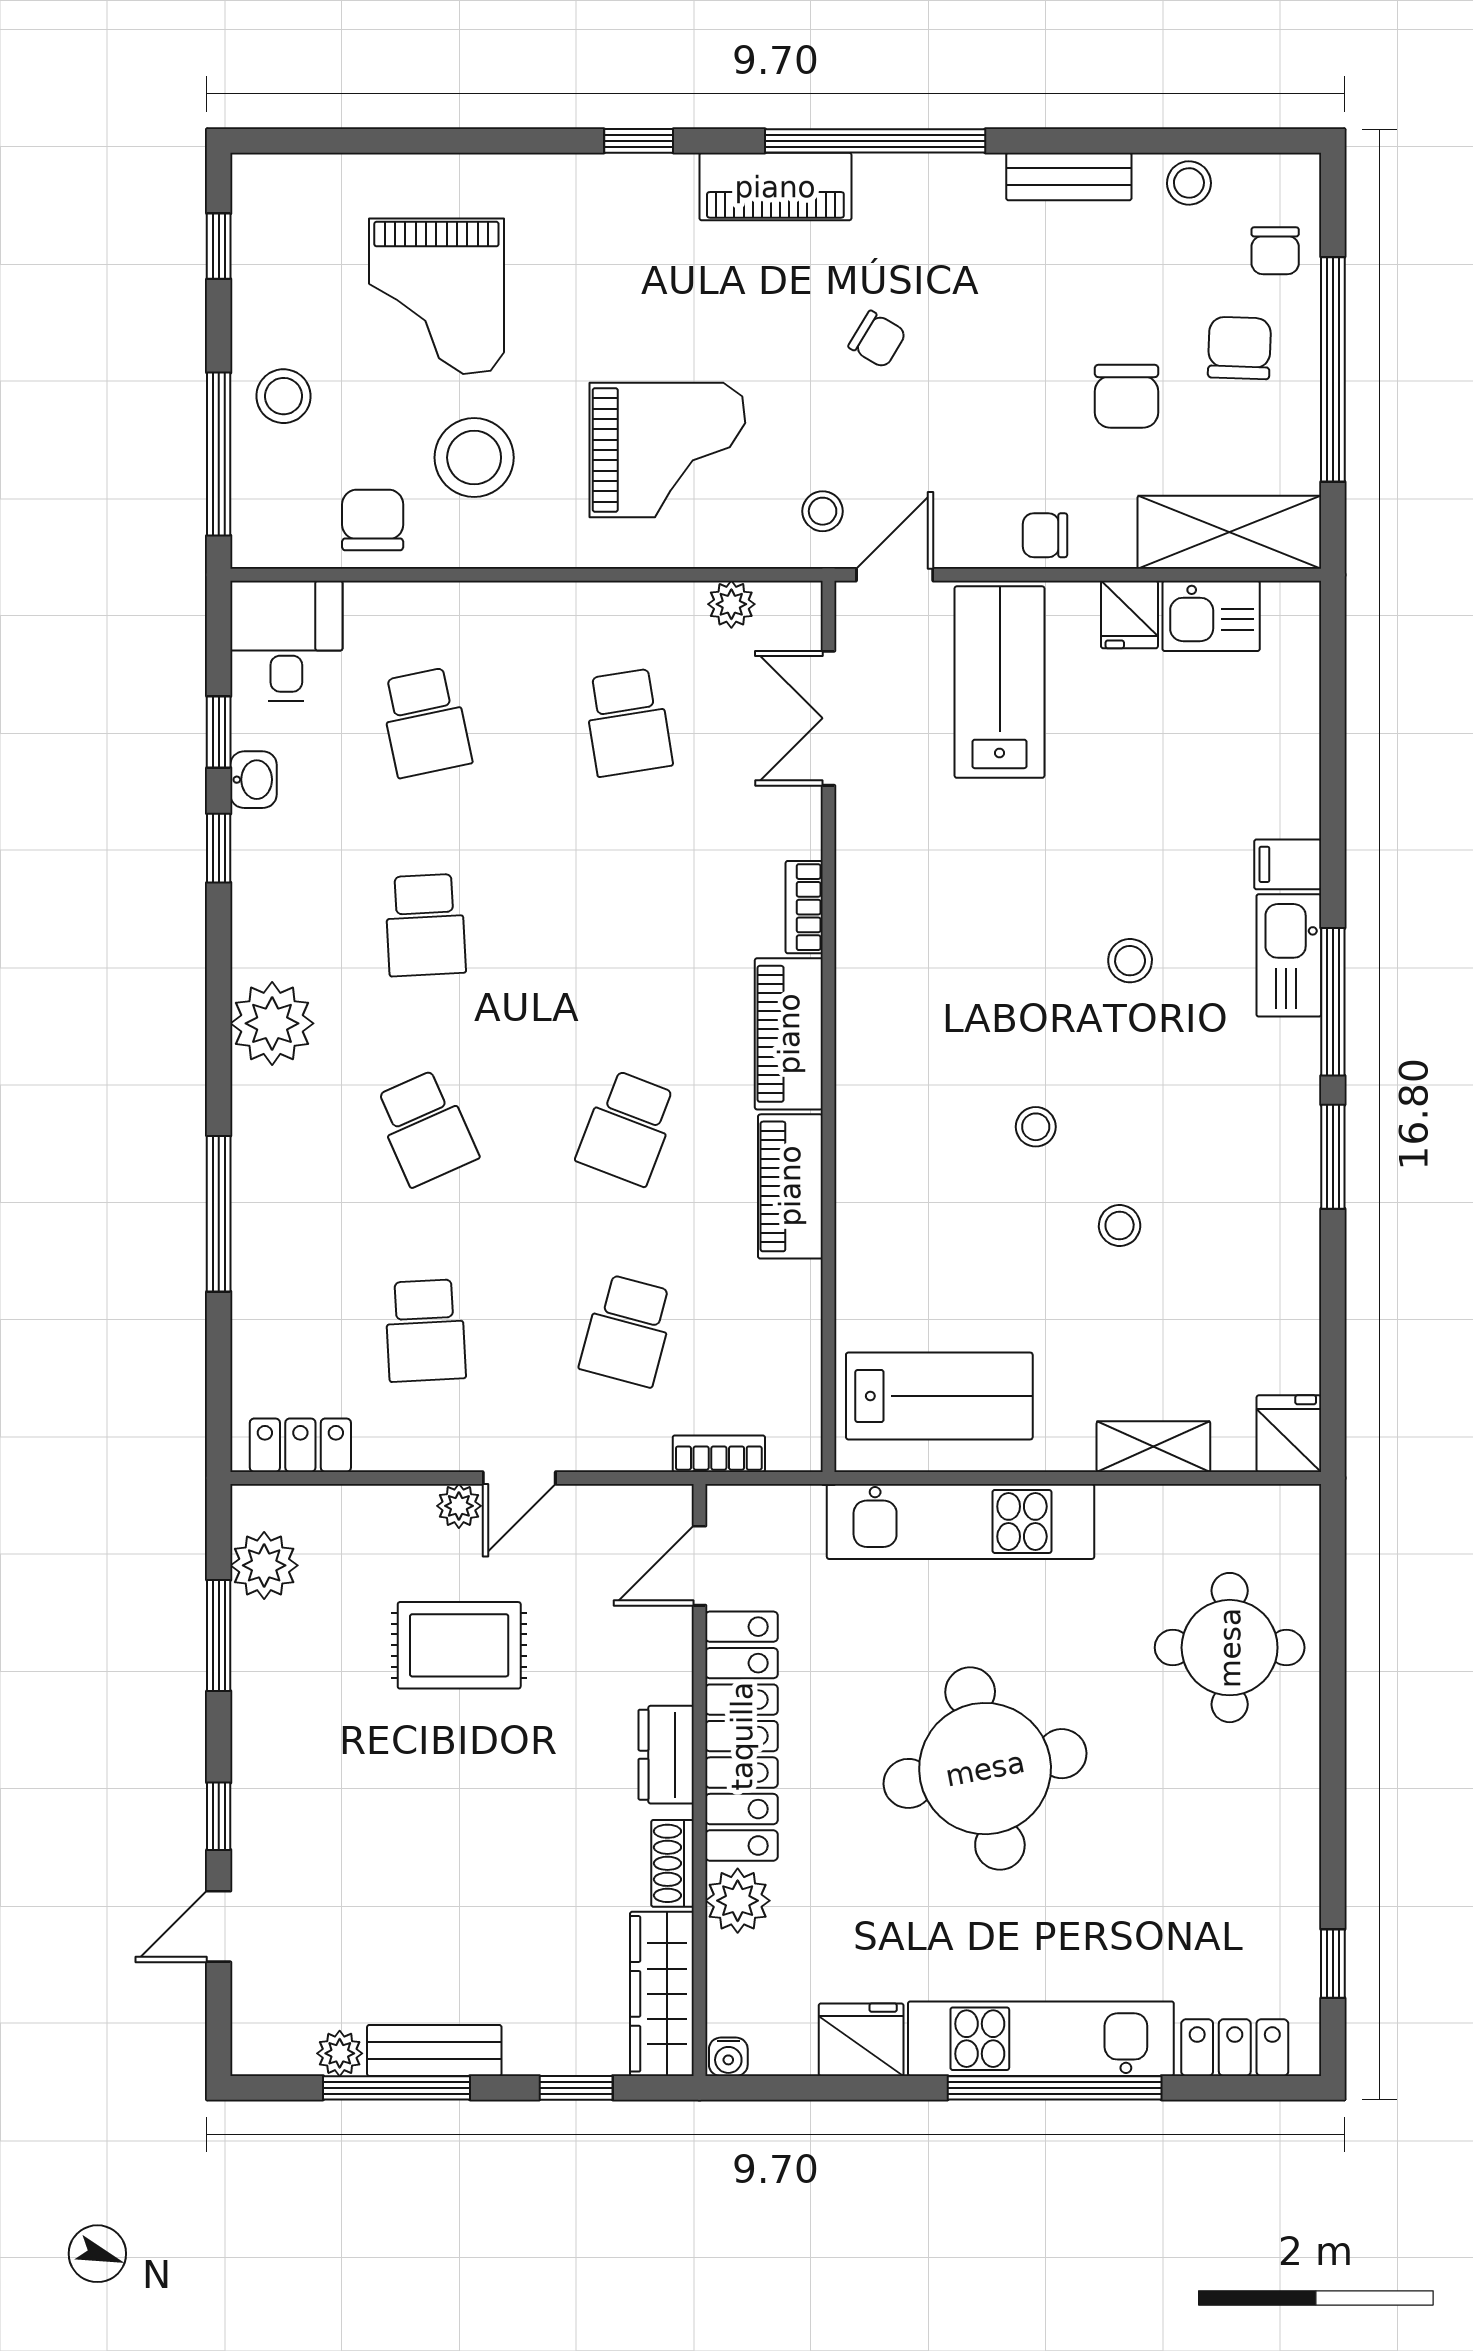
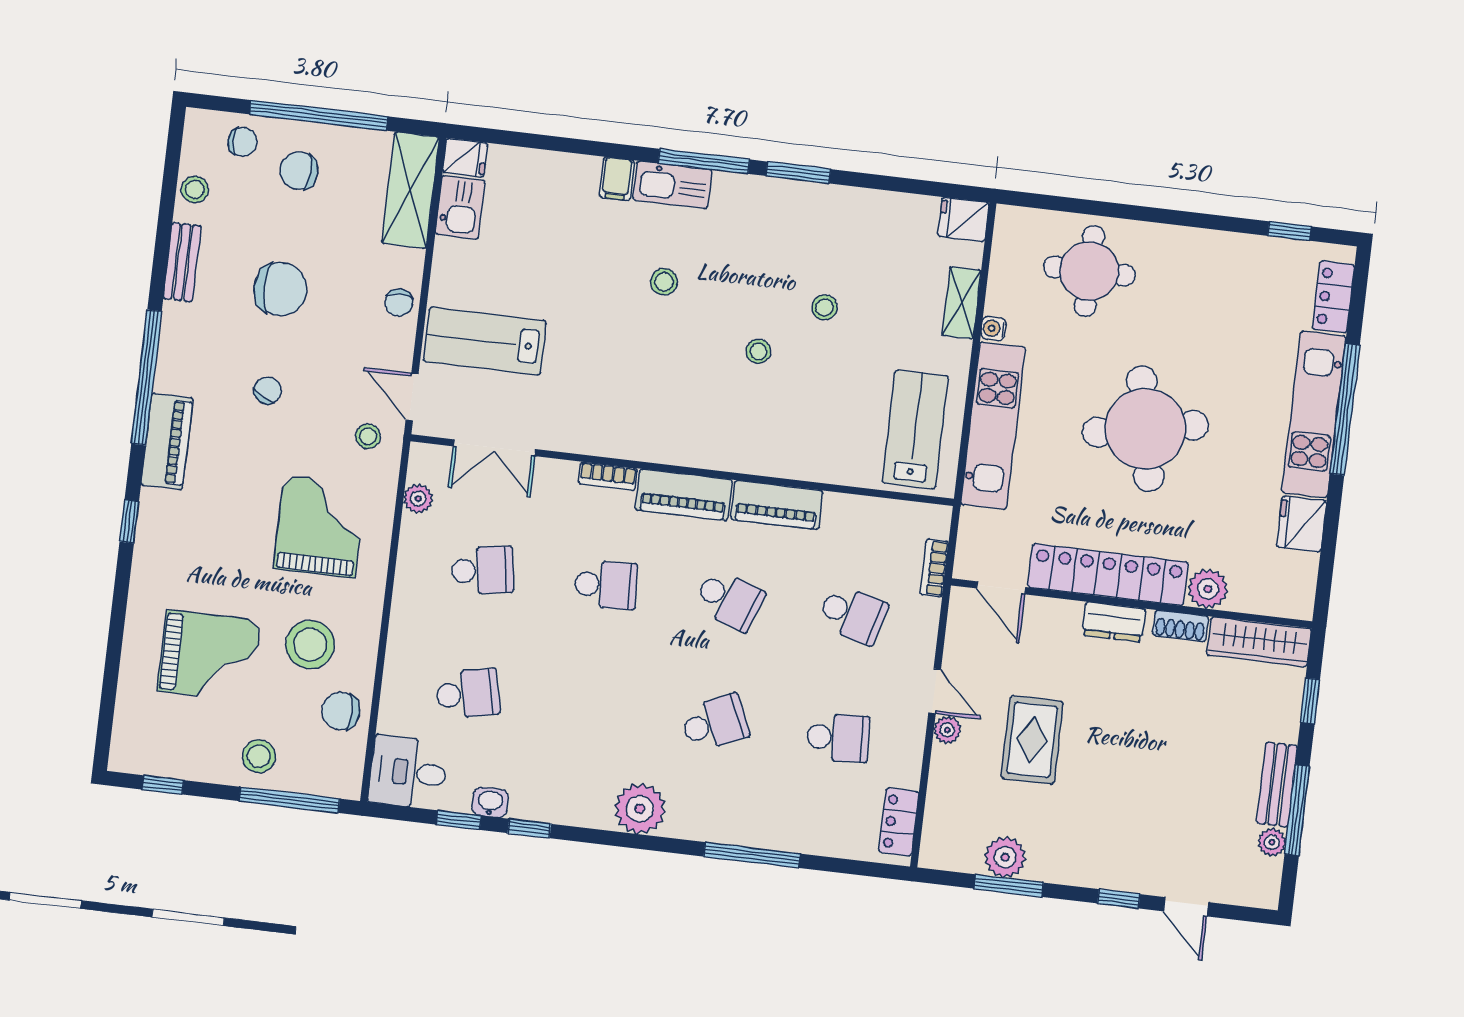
chair: (1127, 396) -> (280, 289), moved, width x1.37, depth x1.37
fridge: (1129, 615) -> (465, 158), moved
school desk: (425, 925) -> (606, 585), moved
plant: (264, 1565) -> (1005, 857), moved
water cooler: (728, 2057) -> (993, 328), moved, turned 180

